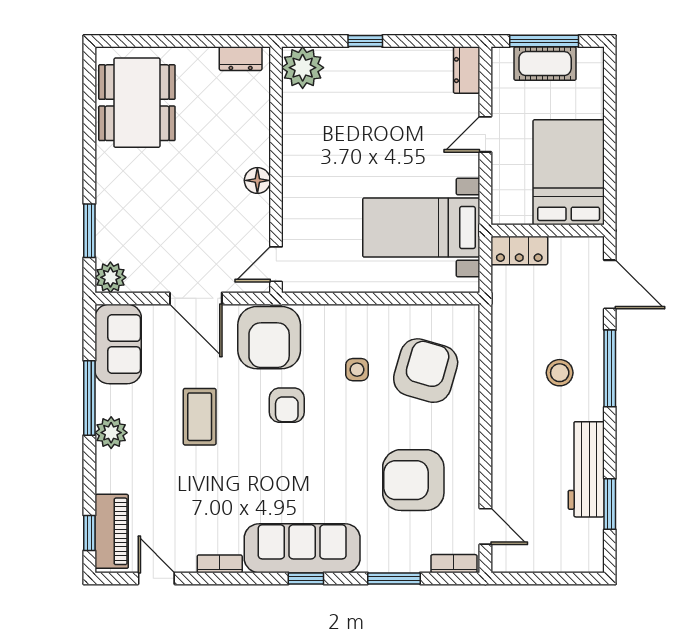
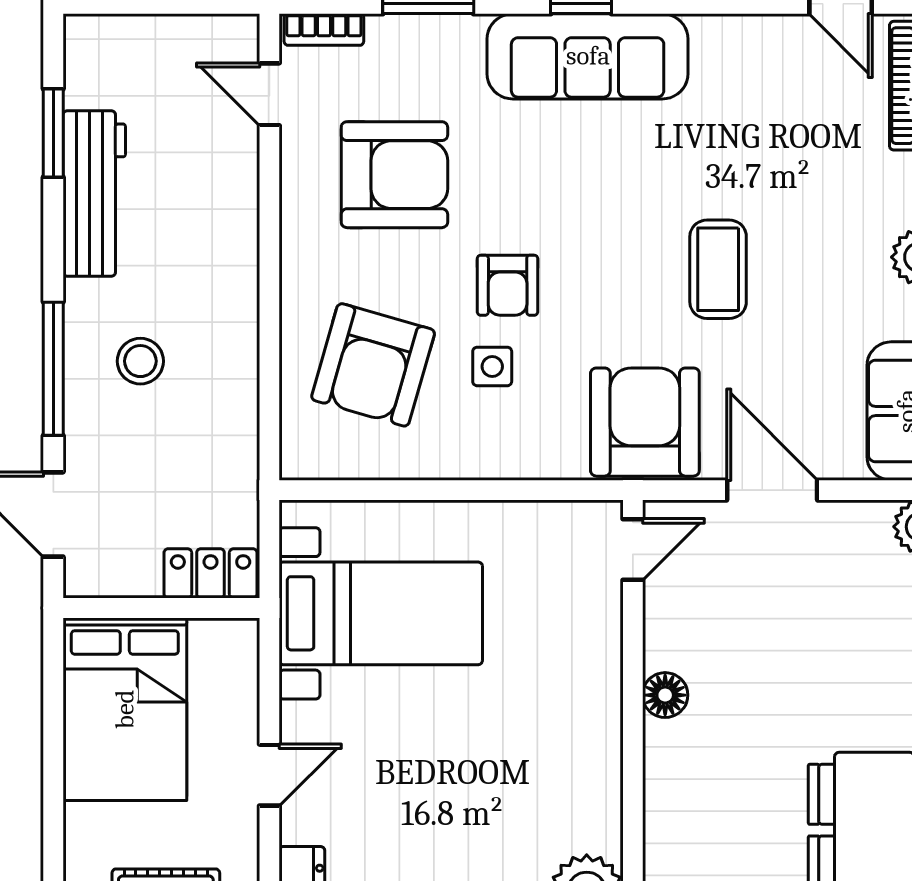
armchair: (287, 405) -> (508, 285), moved, turned 180
coffee table: (200, 417) -> (718, 269), moved
bookcase: (220, 564) -> (731, 29), removed

